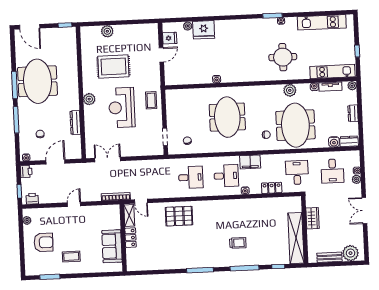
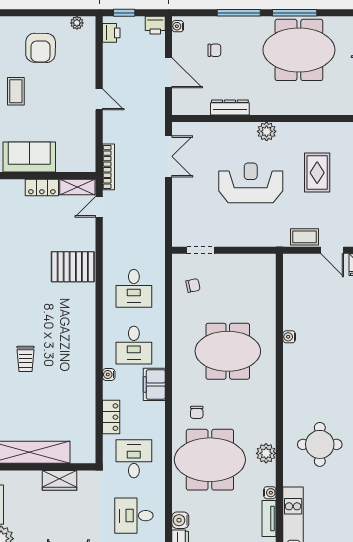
rug: (113, 66) -> (317, 173), width x0.73, depth x0.70
coffee table: (151, 100) -> (305, 237), moved
desk: (297, 173) -> (134, 459), turned -90
pallet: (179, 216) -> (73, 267), turned 90

